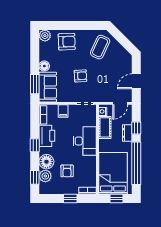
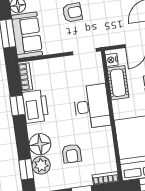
filing cabinet: (63, 111) -> (54, 67), removed
window: (35, 145) -> (17, 105), moved

